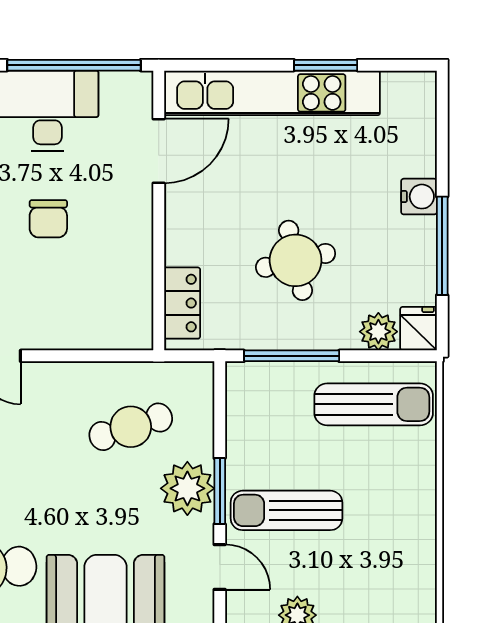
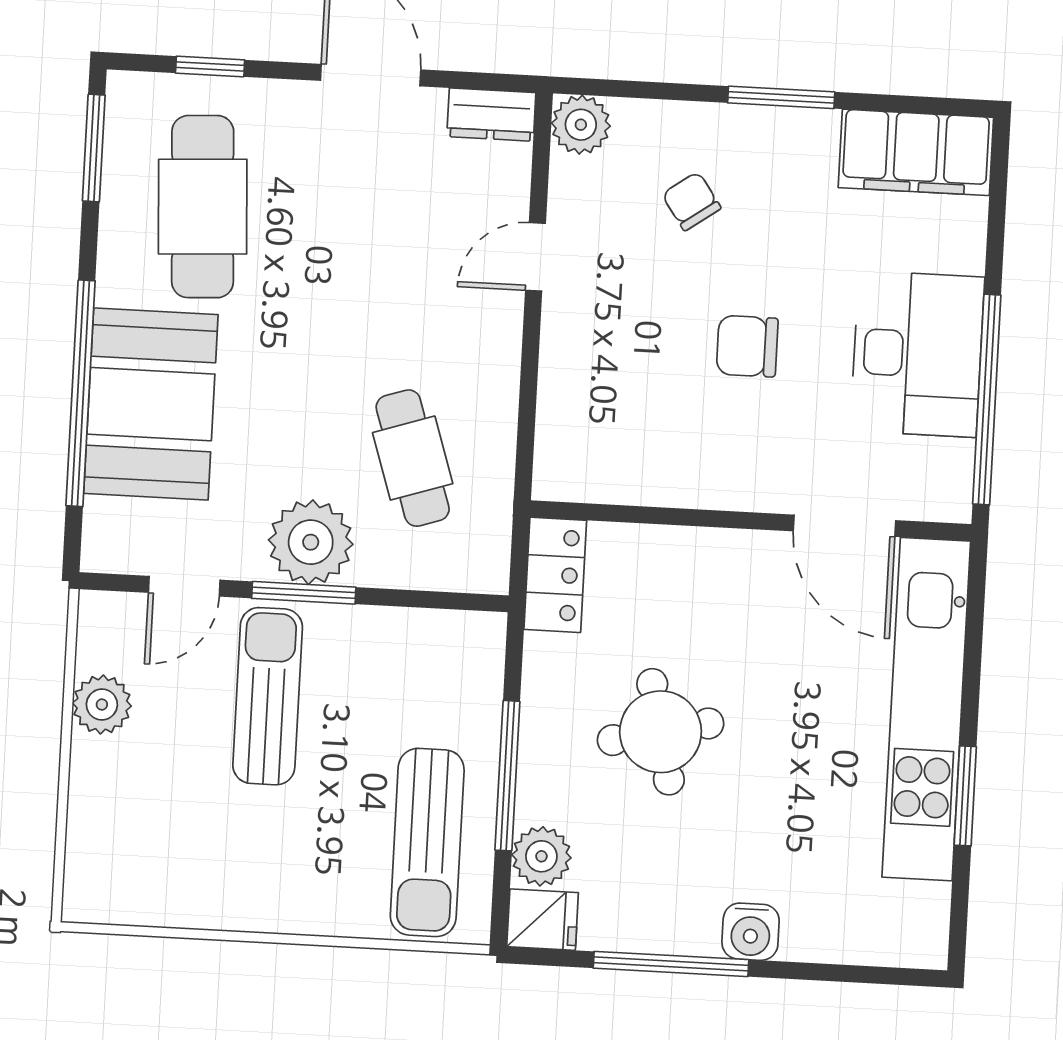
locker: (182, 303) -> (555, 575), moved, turned -90
window: (292, 356) -> (507, 776), moved

